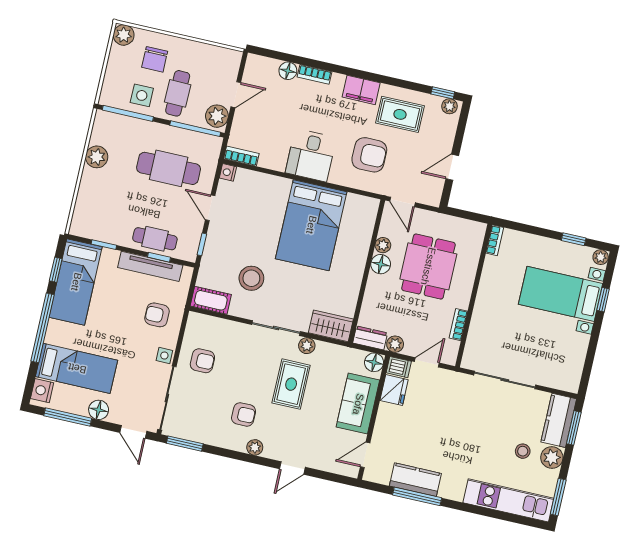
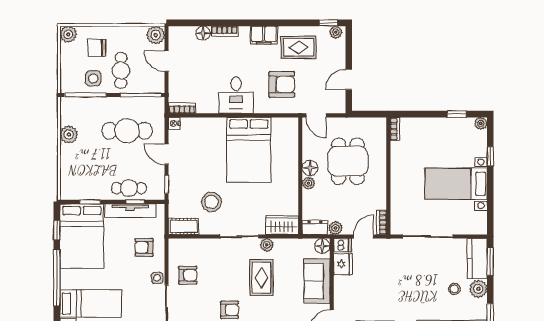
chair: (155, 59) -> (97, 48), turned 90
door: (236, 95) -> (167, 61), swing flipped
plant: (217, 116) -> (156, 35), moved
plant: (383, 245) -> (308, 183), moved
bed: (76, 282) -> (82, 236), width x1.50
bed with nightstands: (561, 294) -> (456, 184), moved
bookcase: (458, 325) -> (382, 222), moved

